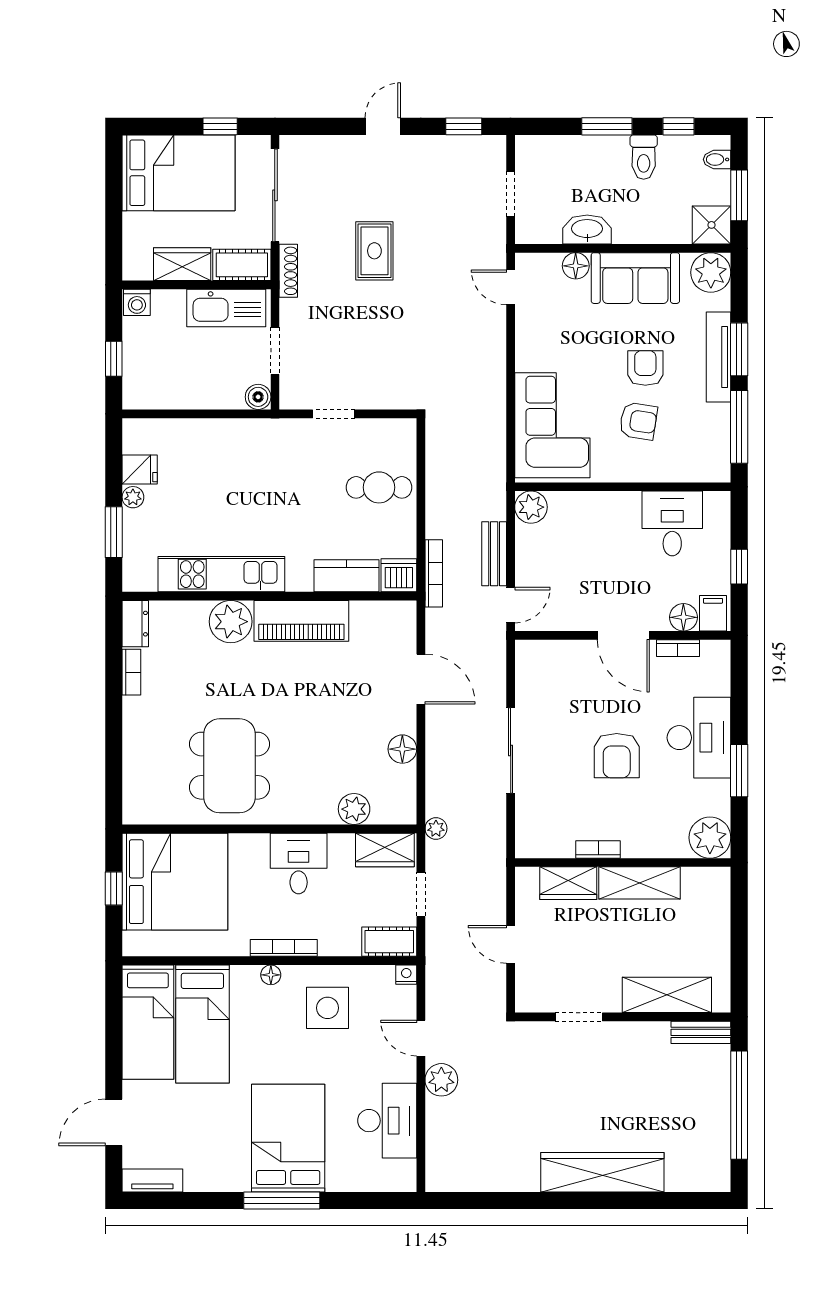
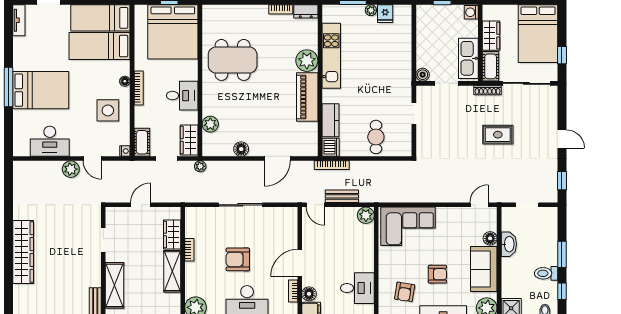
armchair: (638, 421) -> (405, 292), moved
door: (421, 1038) -> (92, 159), swing flipped

